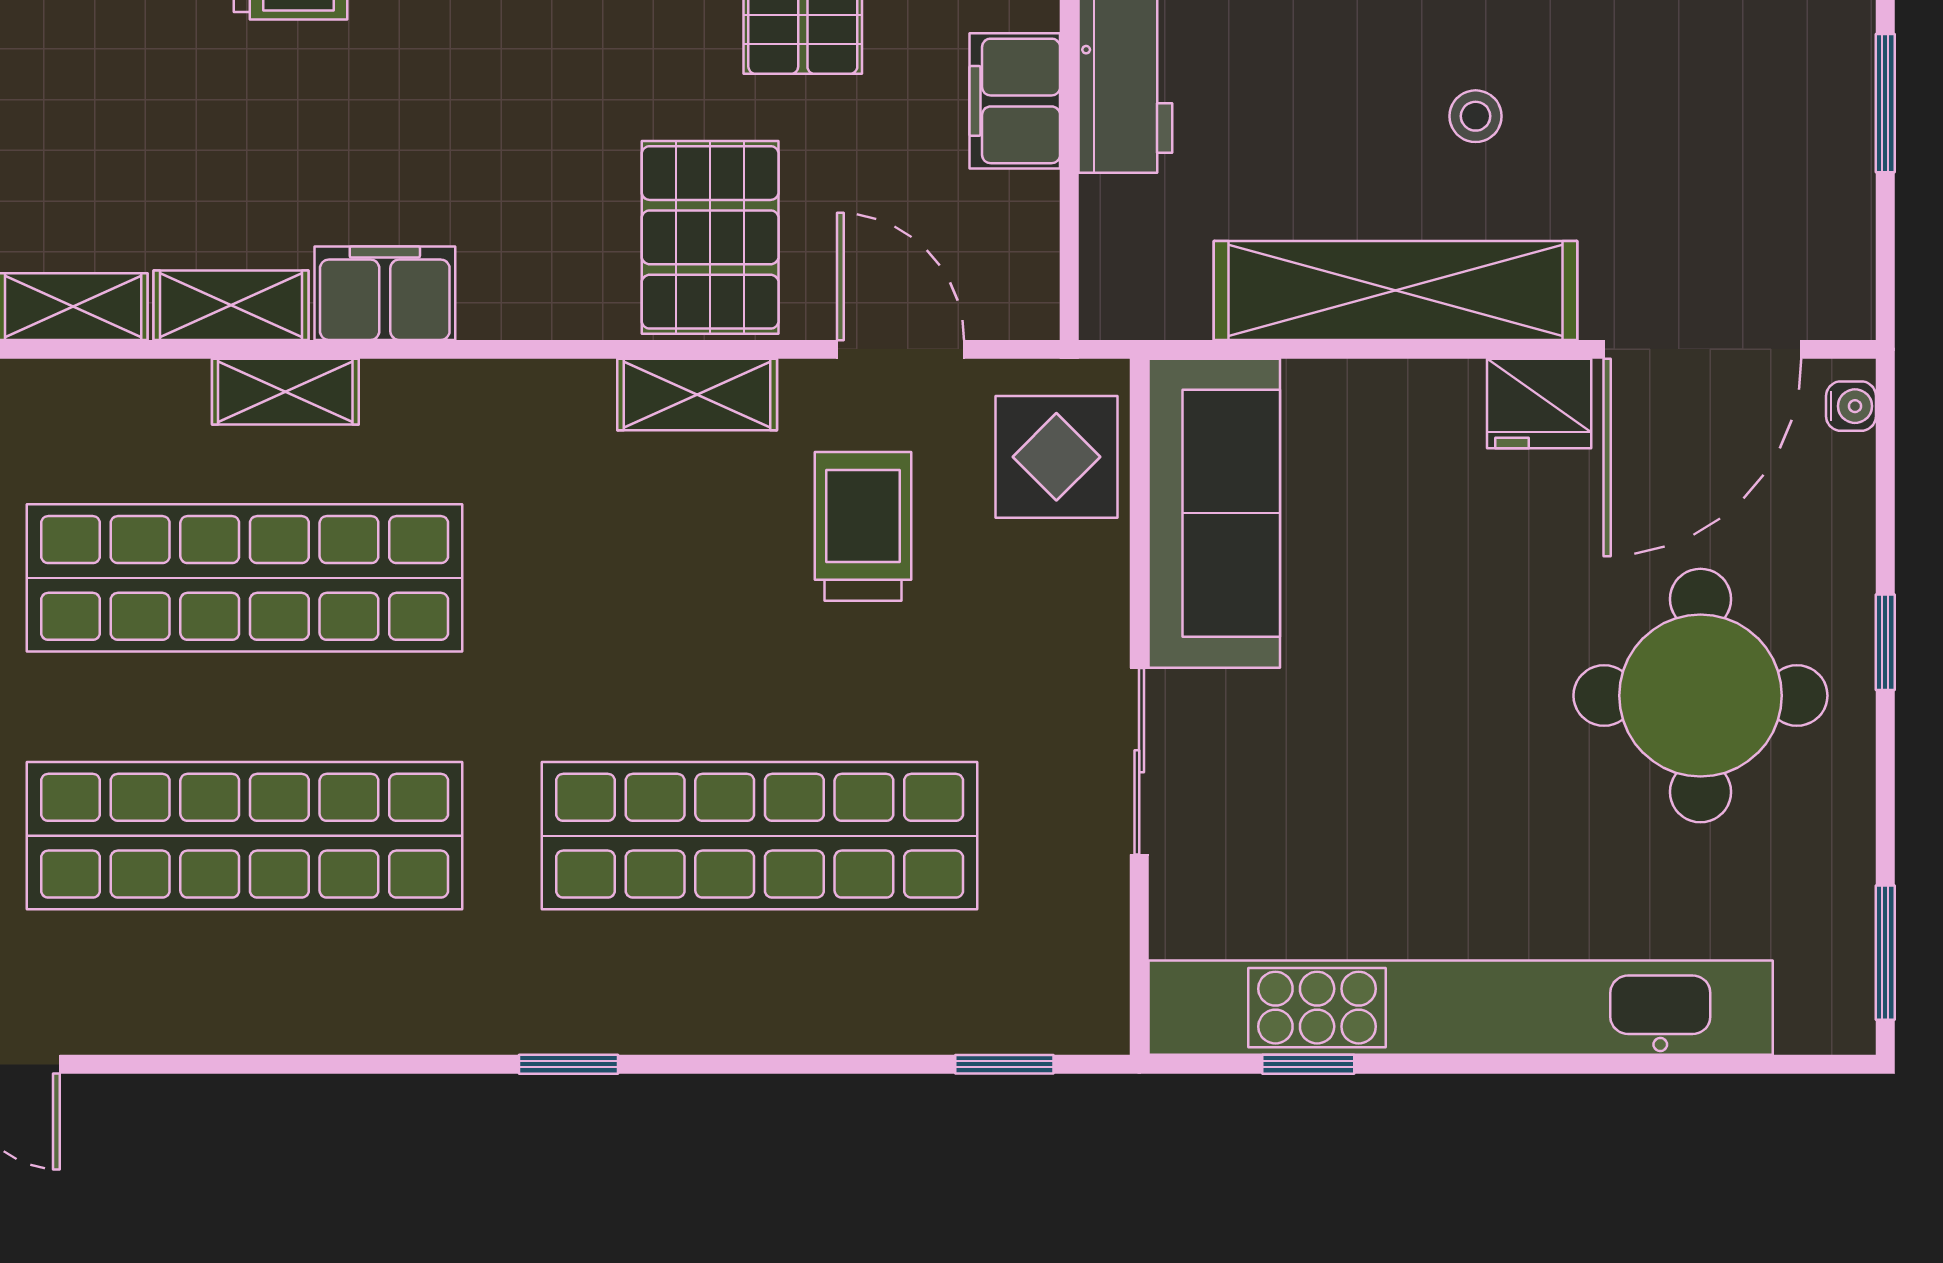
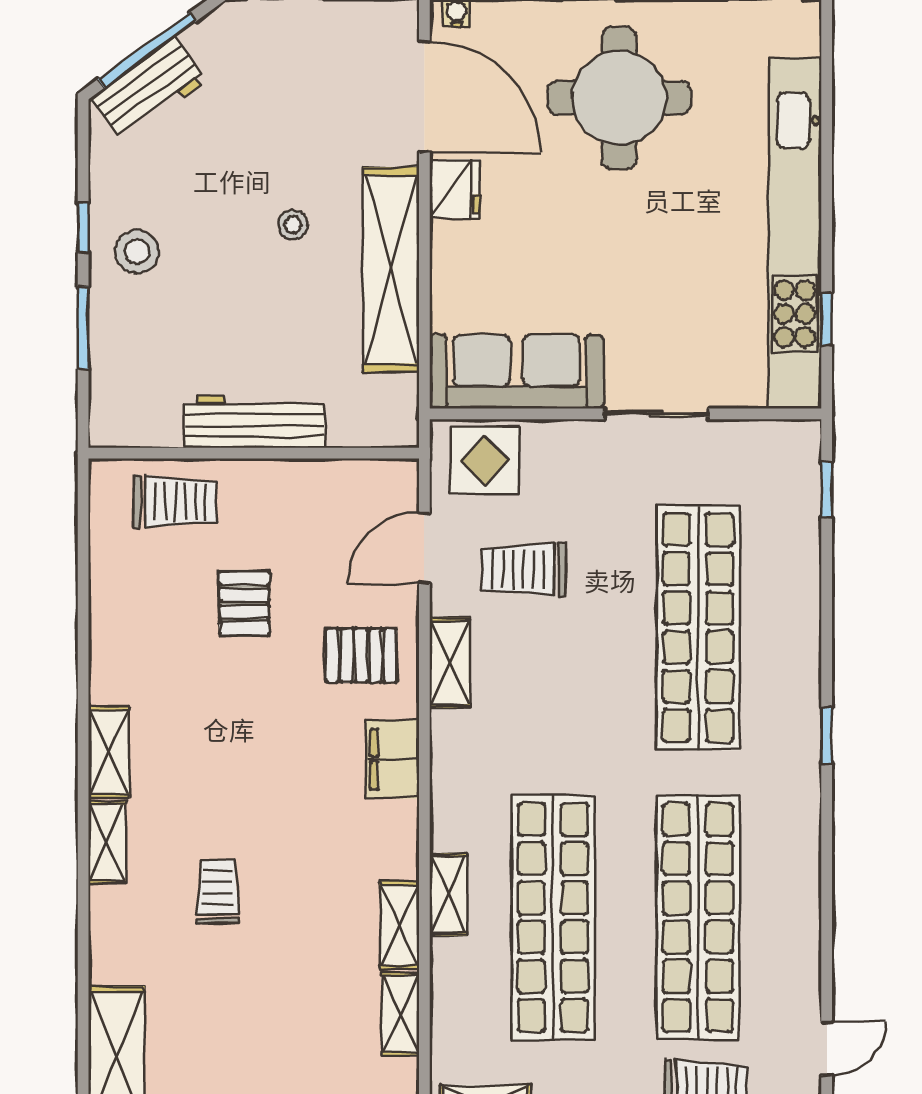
filing cabinet: (1015, 101) -> (284, 484), removed
pallet: (710, 237) -> (361, 655), width x0.67, depth x0.71
filing cabinet: (385, 293) -> (393, 759), moved

